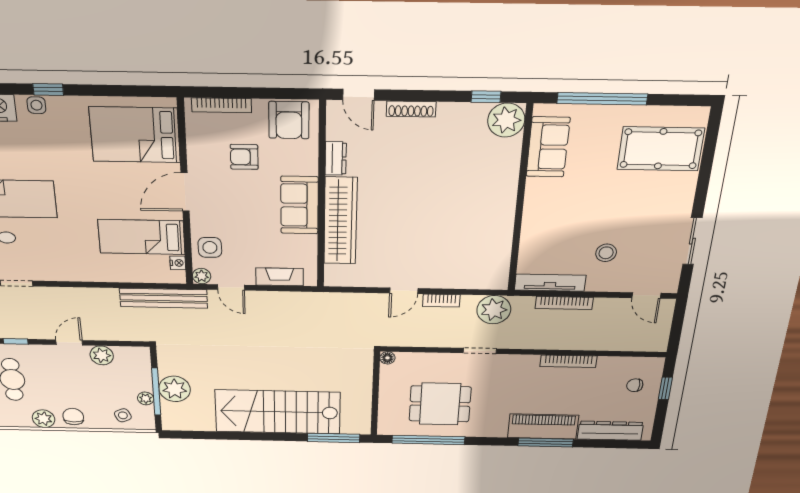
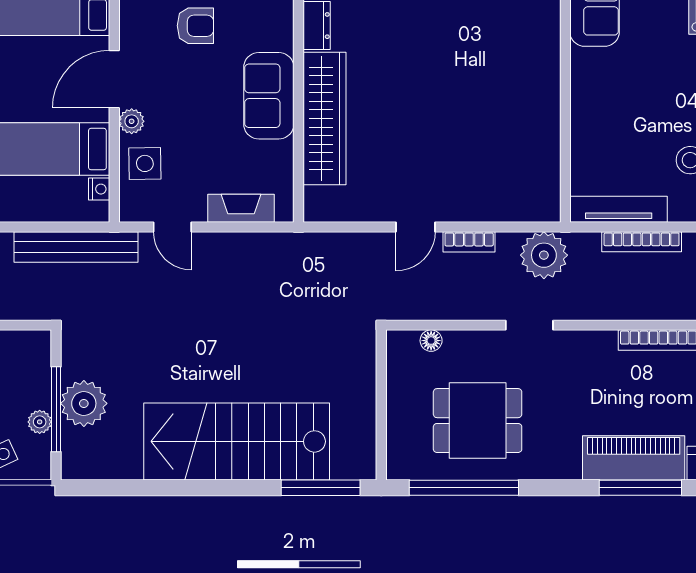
armchair: (244, 157) -> (195, 26), turned 180
plant: (202, 276) -> (132, 121), moved
floor lamp: (387, 358) -> (431, 341), moved

